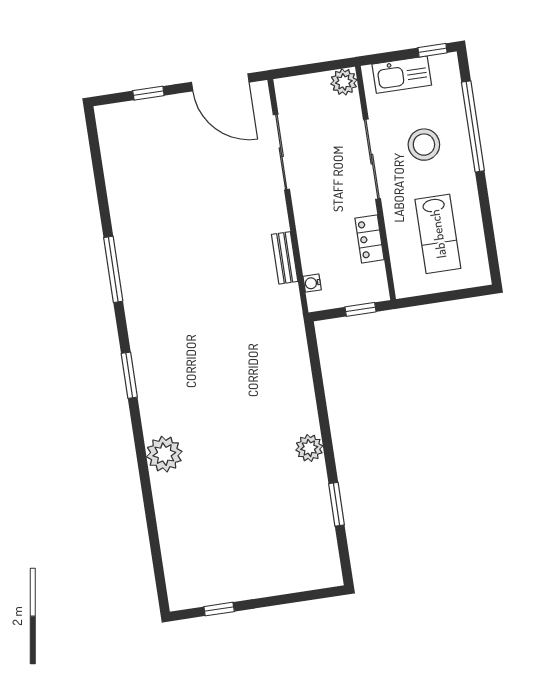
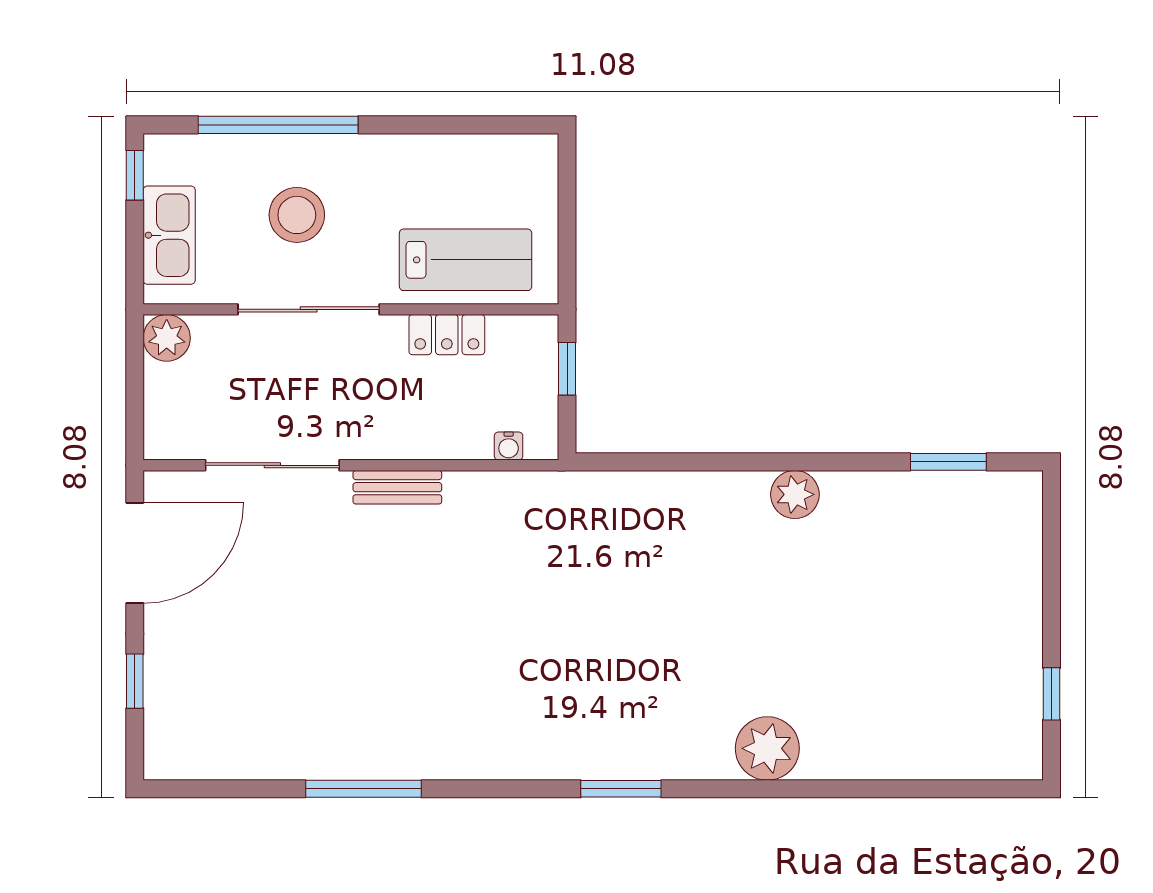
lab bench: (438, 234) -> (466, 260), moved
bench: (285, 258) -> (397, 487), moved
window: (113, 269) -> (363, 789), moved
window: (336, 504) -> (948, 462), moved

